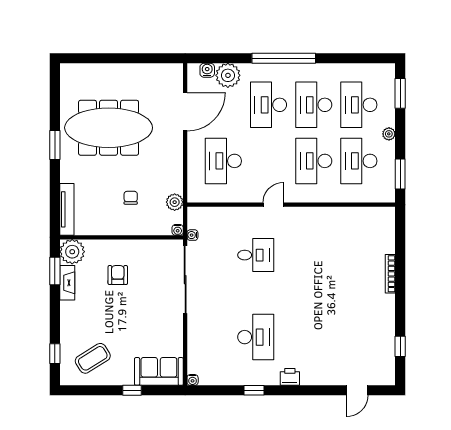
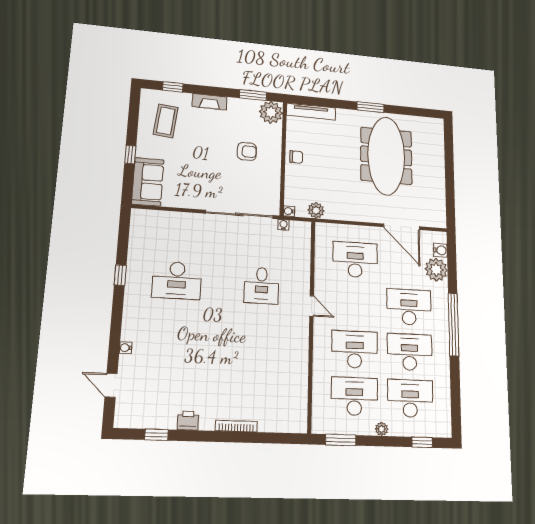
window: (400, 93) -> (422, 442), width x0.67
chair: (131, 198) -> (296, 157), moved
fireplace: (67, 283) -> (210, 102), moved
coffee table: (93, 358) -> (166, 121), turned 38
printer: (290, 377) -> (188, 421), moved, turned -90
water cooler: (193, 380) -> (126, 348), moved

